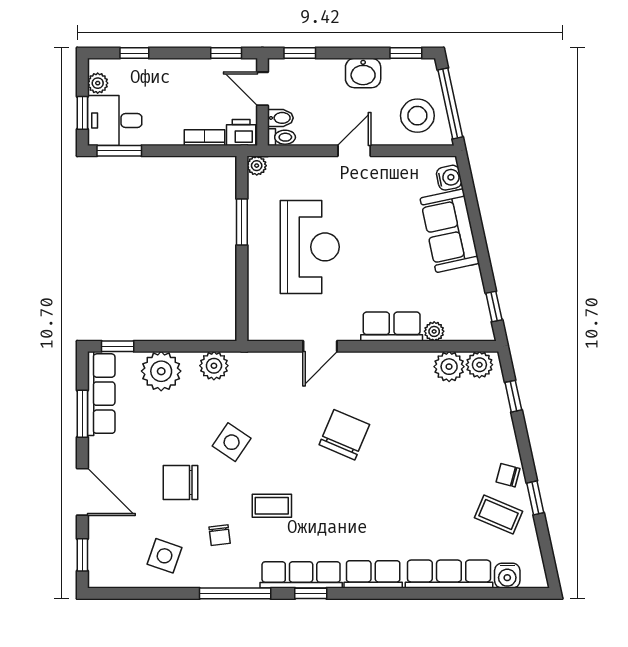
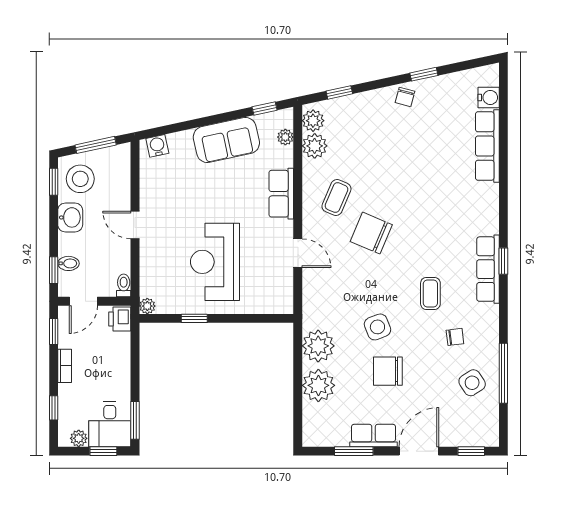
window: (450, 103) -> (96, 145), width x0.69
stool: (417, 116) -> (80, 179), moved
bidet: (280, 118) -> (68, 263), moved, turned 90
bookcase: (204, 138) -> (65, 366), moved, turned 180
window: (242, 222) -> (194, 318), width x0.67
sofa: (450, 231) -> (226, 140), moved
reception desk: (310, 247) -> (215, 262), turned -90
plant: (434, 331) -> (285, 137), moved
window: (118, 346) -> (298, 422), removed
plant: (214, 366) -> (318, 346), width x1.36, depth x1.36
row of seats: (101, 394) -> (374, 436), moved, width x0.68
side table: (232, 442) -> (377, 327), turned 35
chair: (181, 482) -> (388, 371), moved, turned 90
coffee table: (499, 514) -> (336, 198), moved
side table: (164, 556) -> (472, 383), turned 38
row of seats: (373, 574) -> (488, 209), removed
window: (235, 593) -> (503, 373), moved

